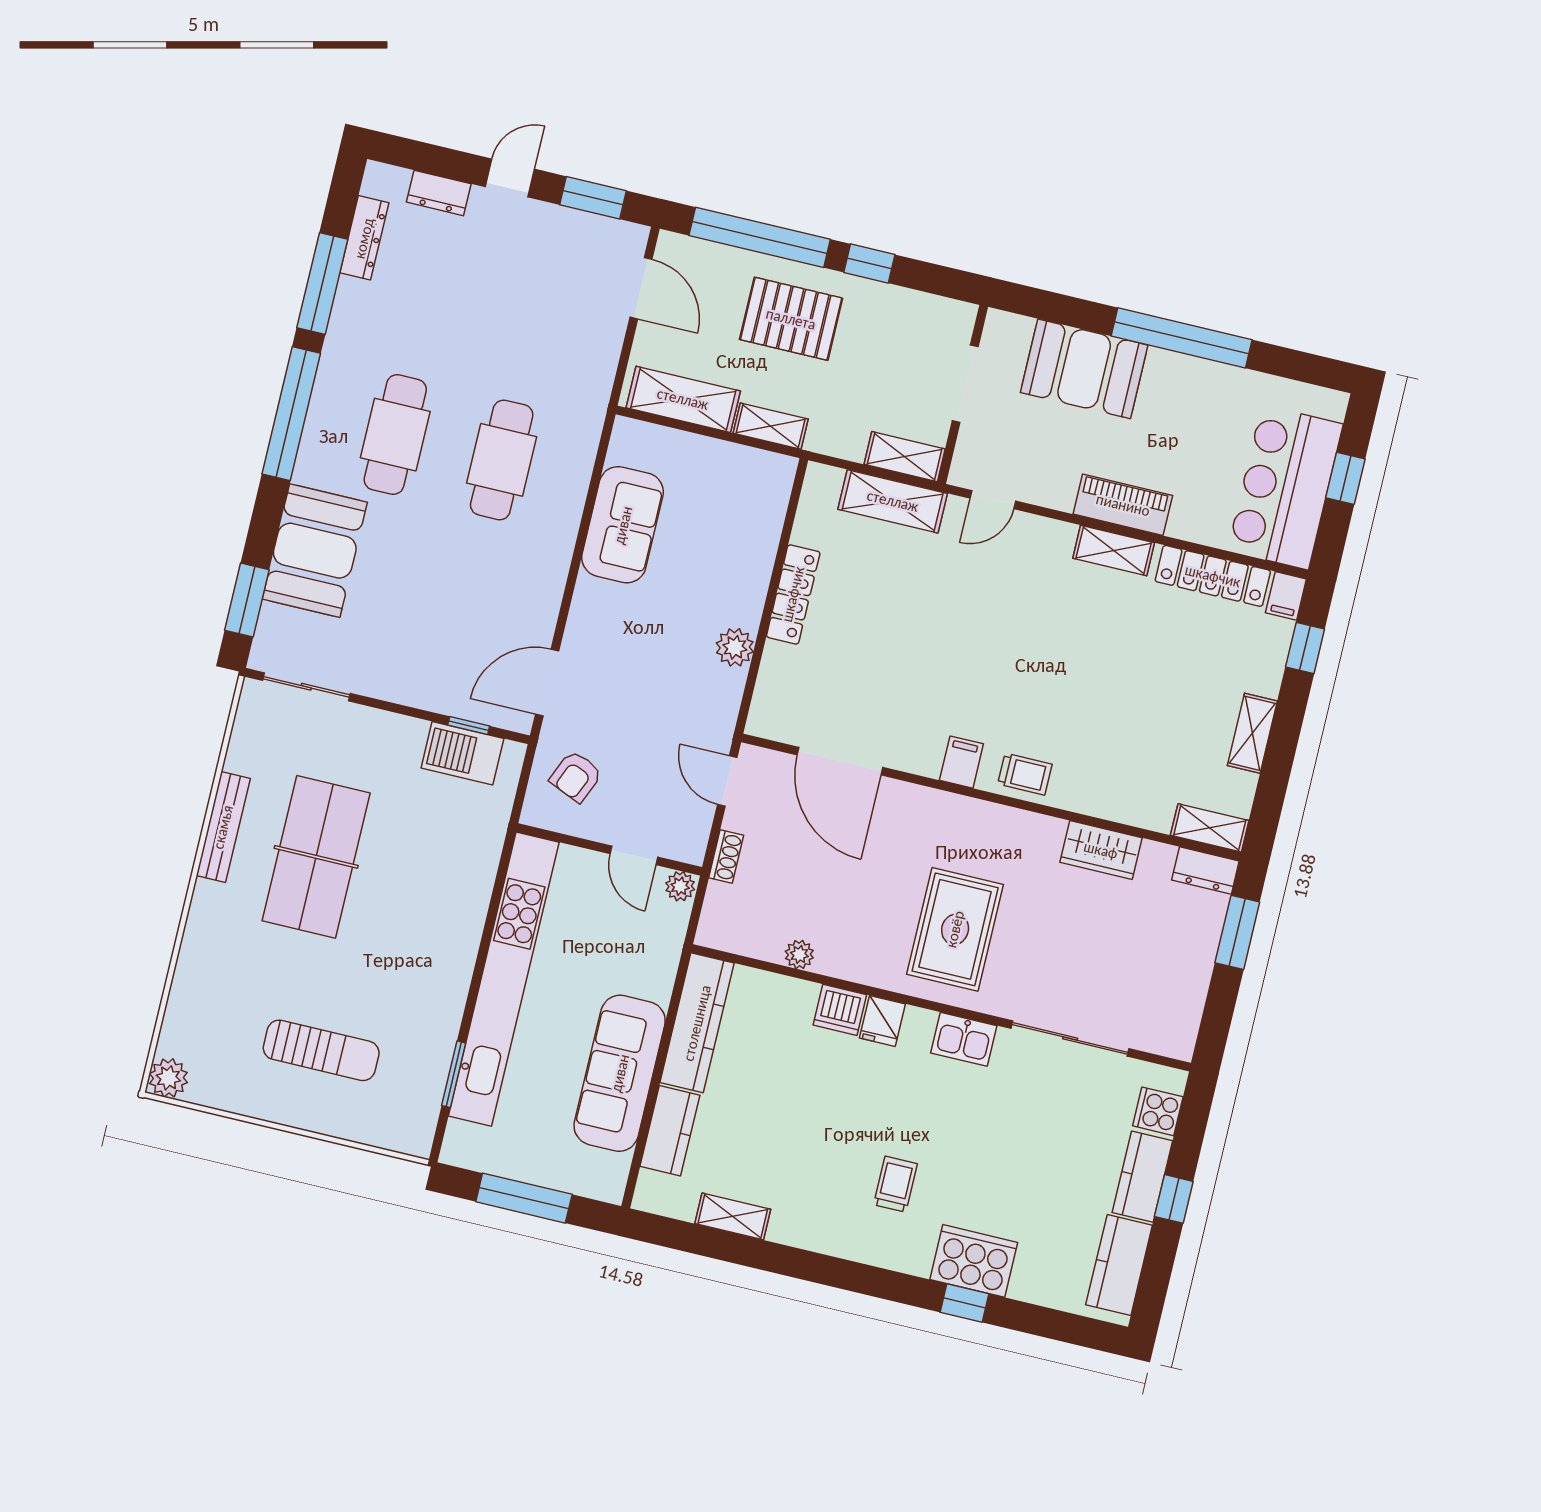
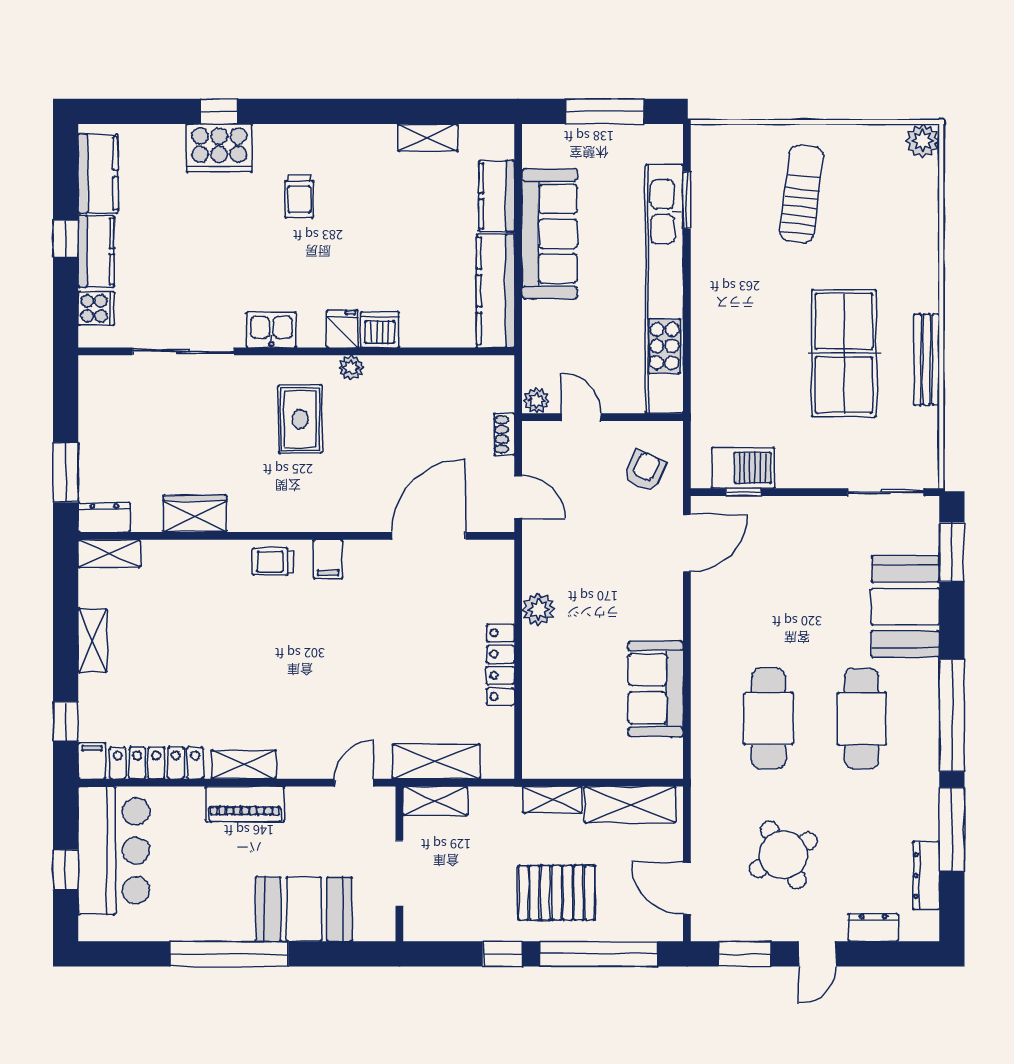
round table: (522, 300) -> (783, 855), added
door: (840, 761) -> (429, 536), hinge flipped
rug: (955, 929) -> (300, 419), width x0.73, depth x0.70
plant: (799, 955) -> (351, 368), moved
sun lounger: (321, 1050) -> (802, 194), turned 97

